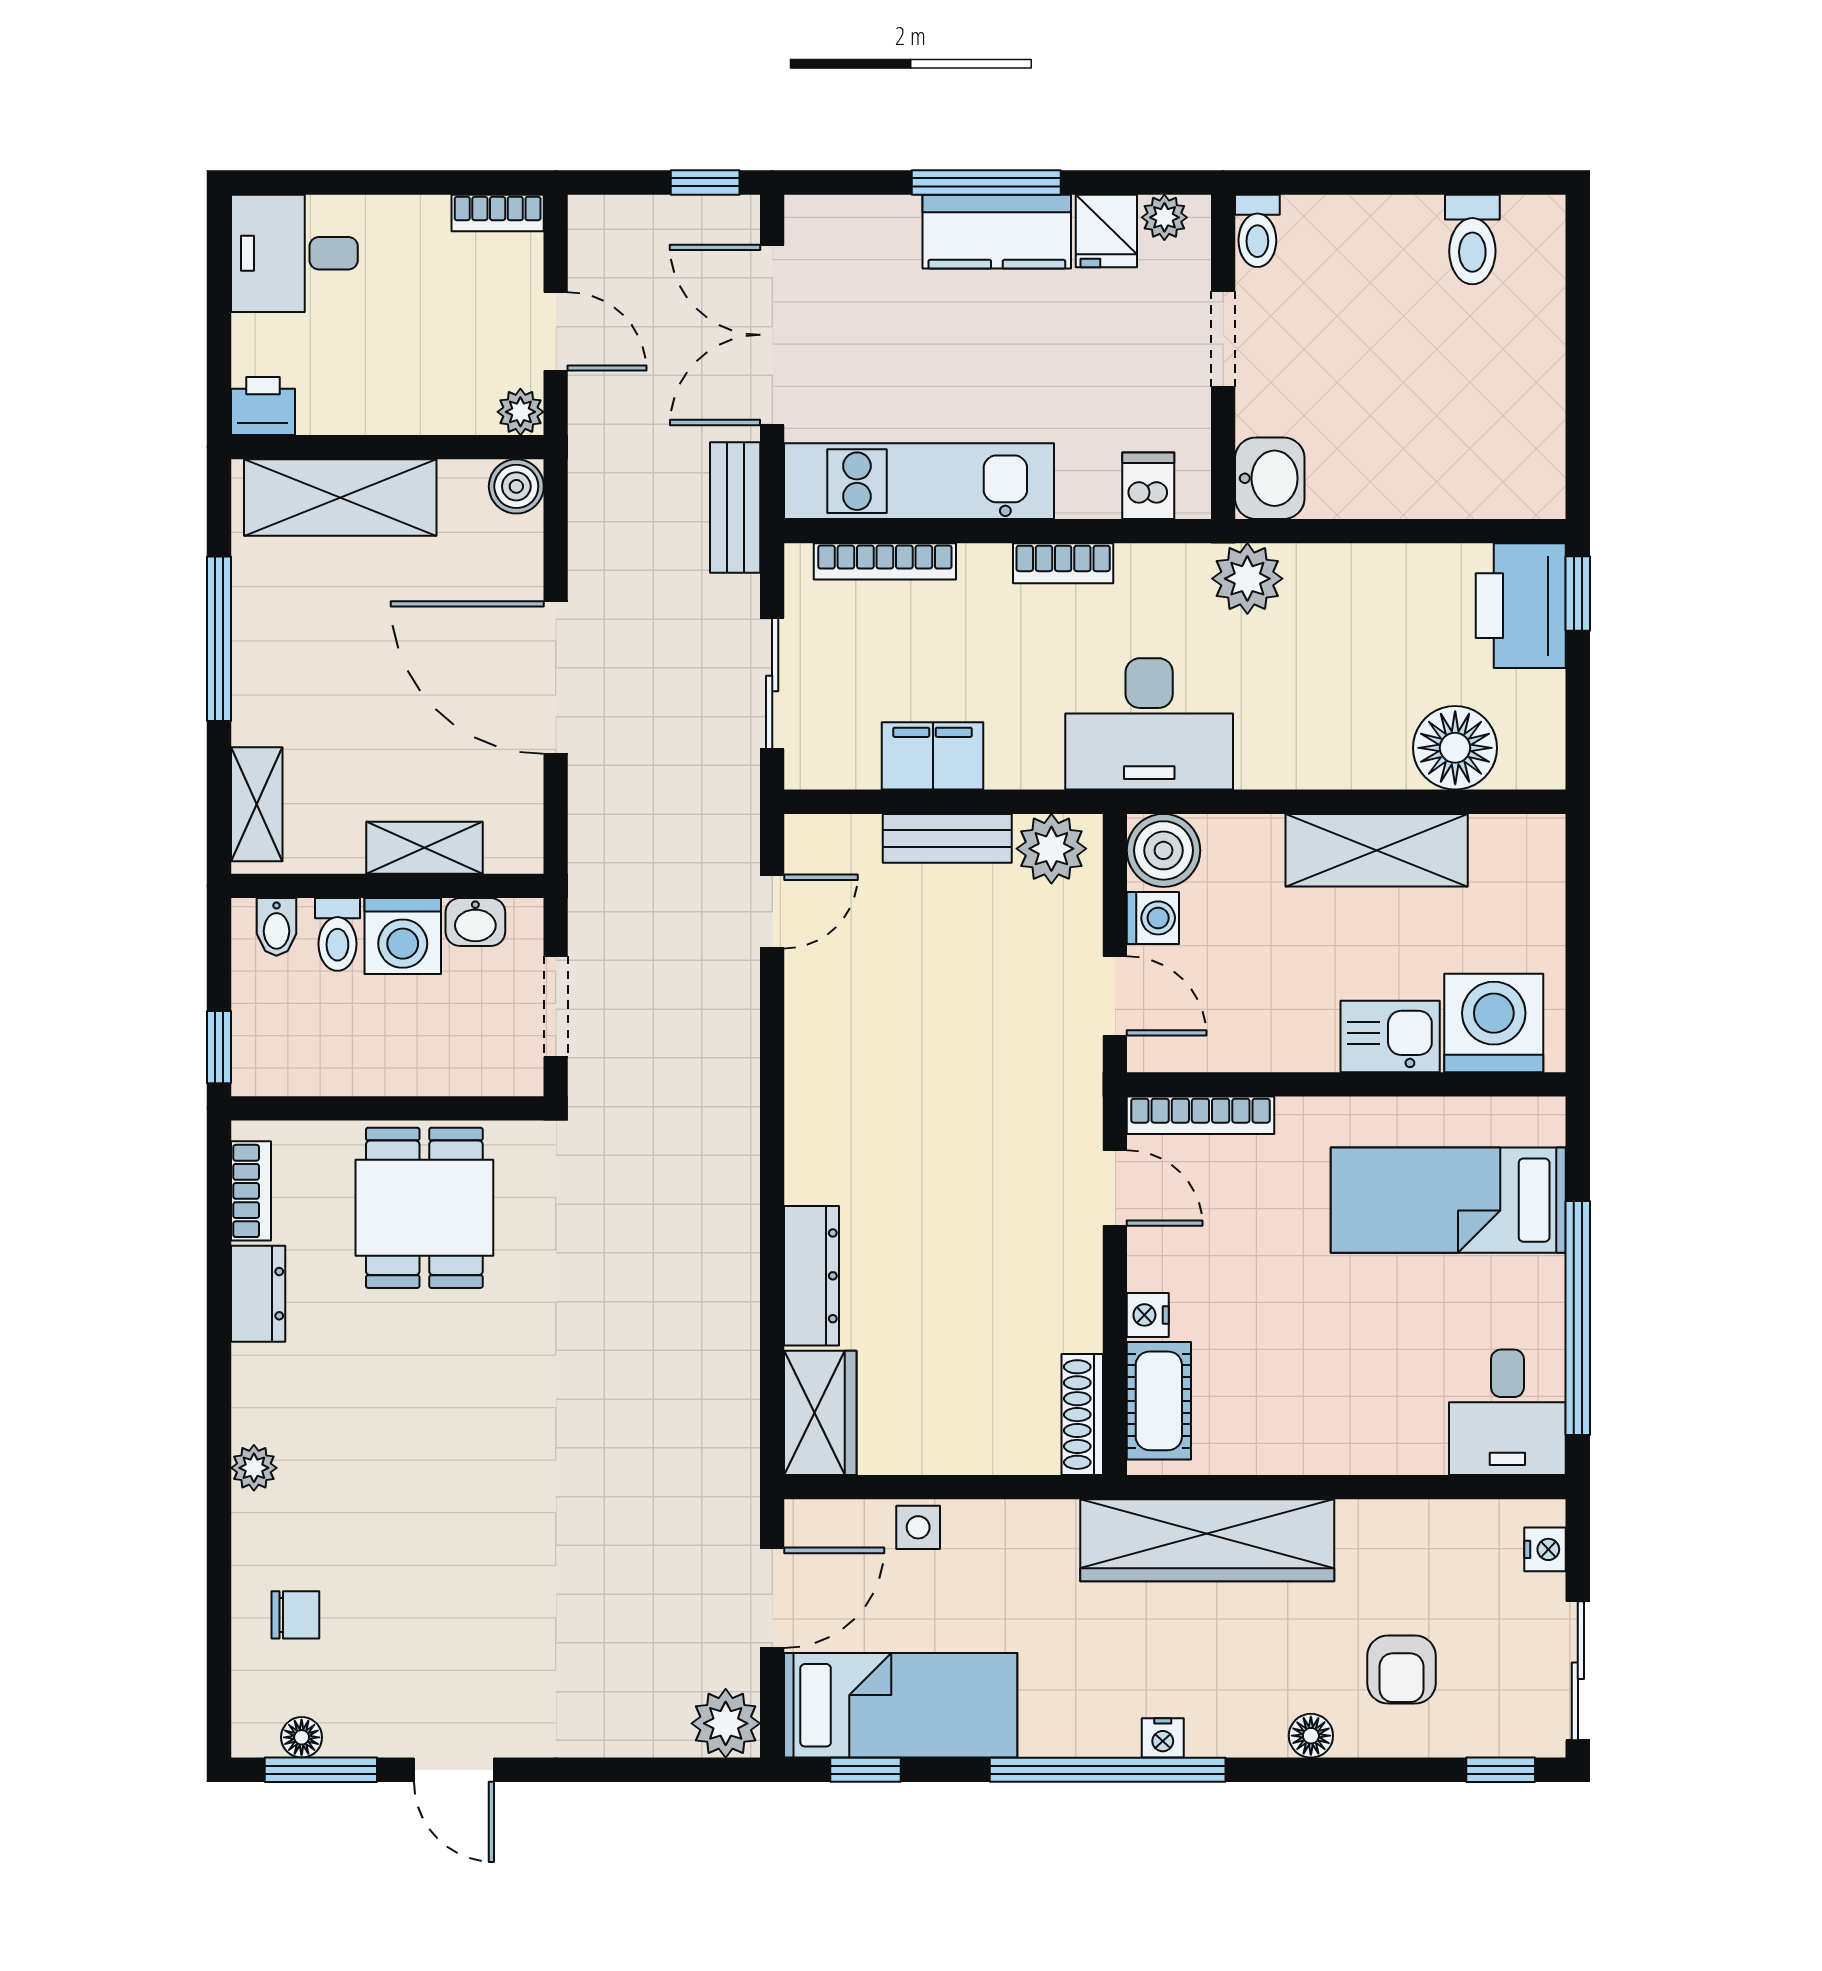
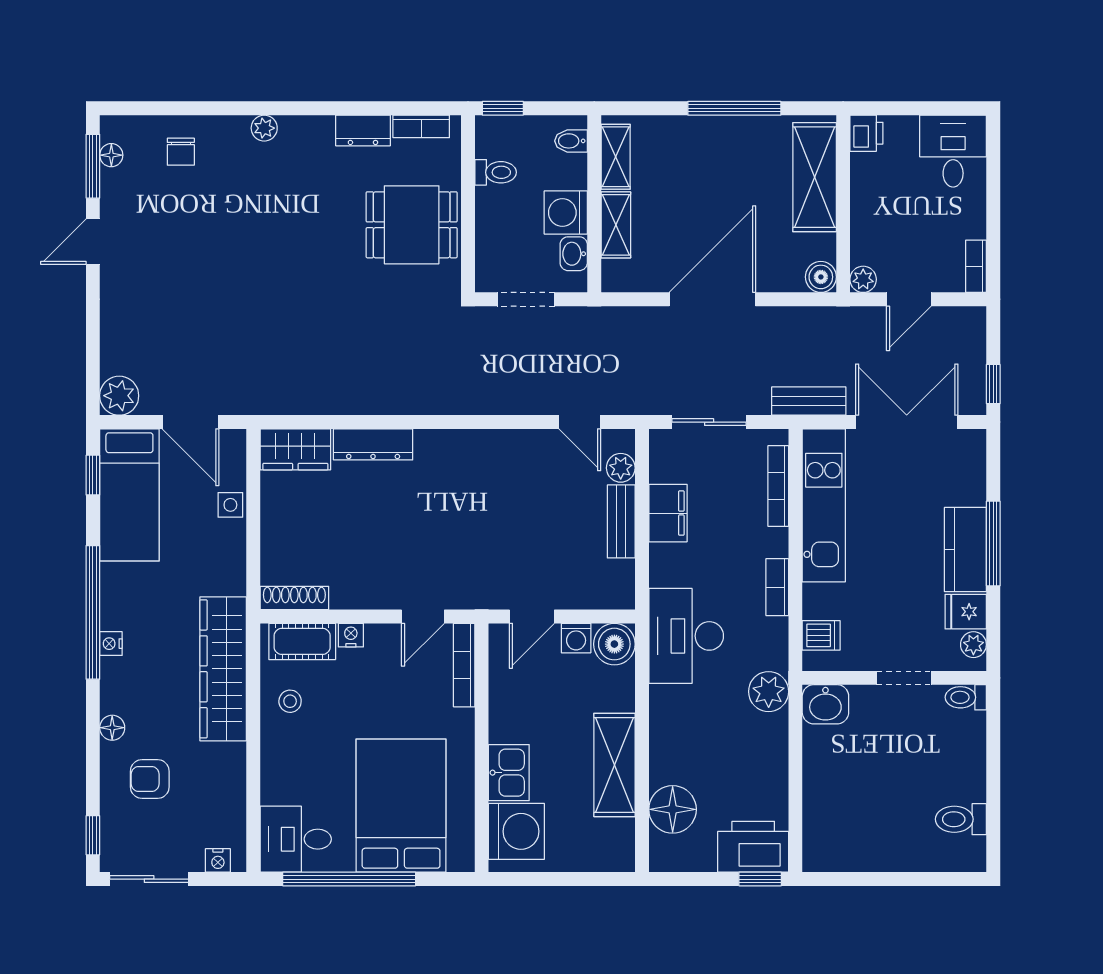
shelving: (257, 804) -> (616, 157), moved, turned 90
plant: (1051, 849) -> (621, 468), moved, width x0.73, depth x0.73
toilet: (337, 934) -> (496, 172), moved, turned 180
bed: (1448, 1200) -> (401, 806), width x1.50
stool: (1264, 1422) -> (290, 701), added

